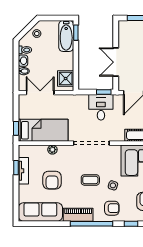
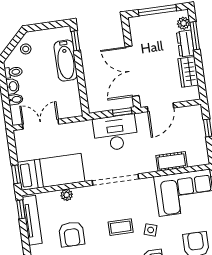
bathtub: (66, 36) -> (66, 61), moved
double door: (116, 62) -> (132, 71), width x1.37
shower: (66, 79) -> (71, 101), removed
desk: (101, 107) -> (115, 133), width x1.37
window: (16, 168) -> (21, 209), moved
tv unit: (23, 171) -> (32, 220), width x1.41

